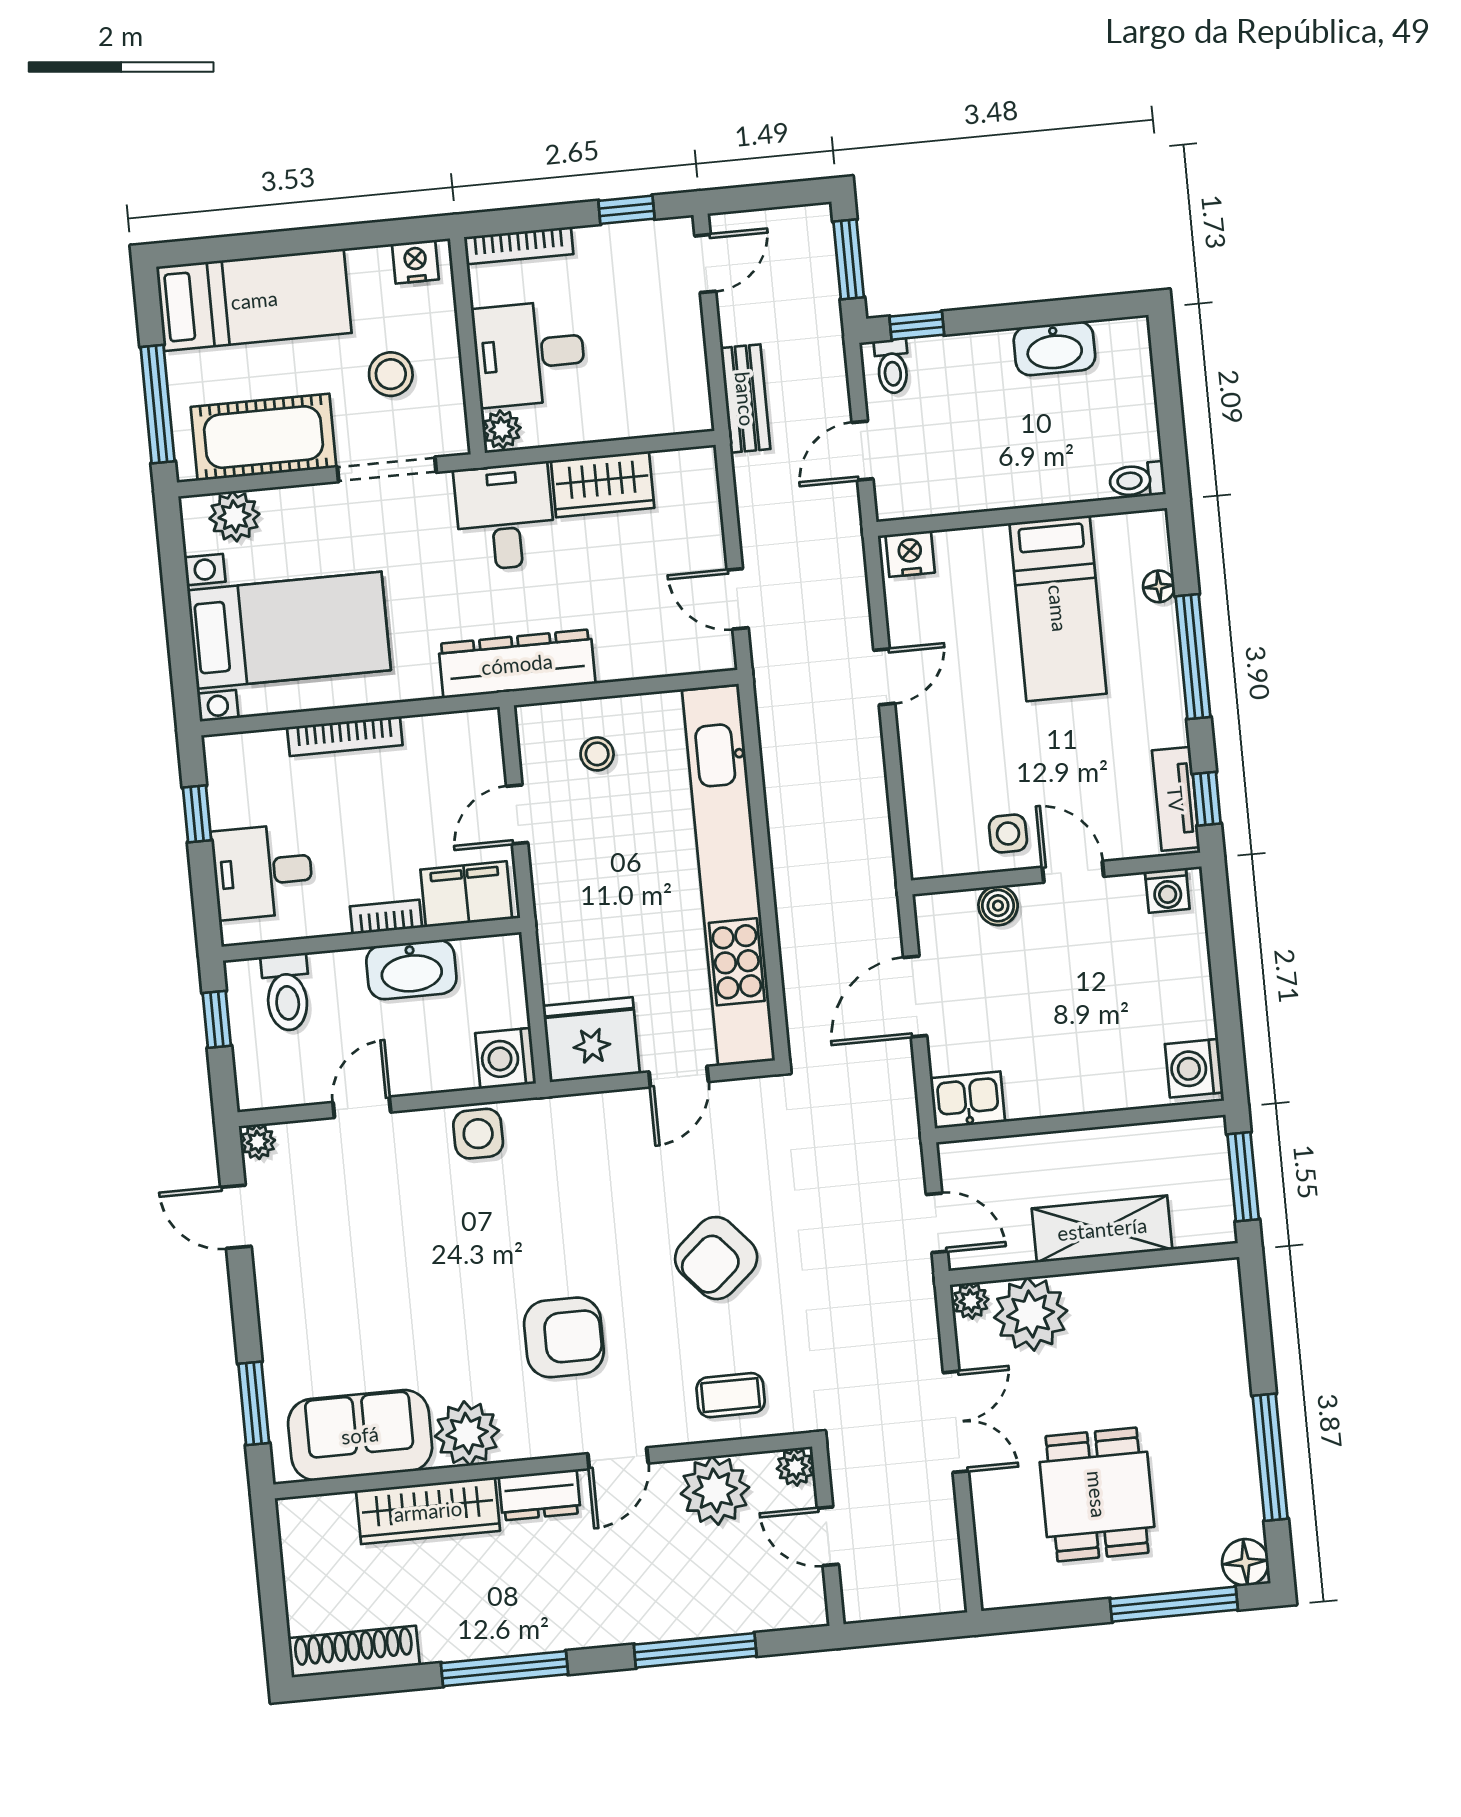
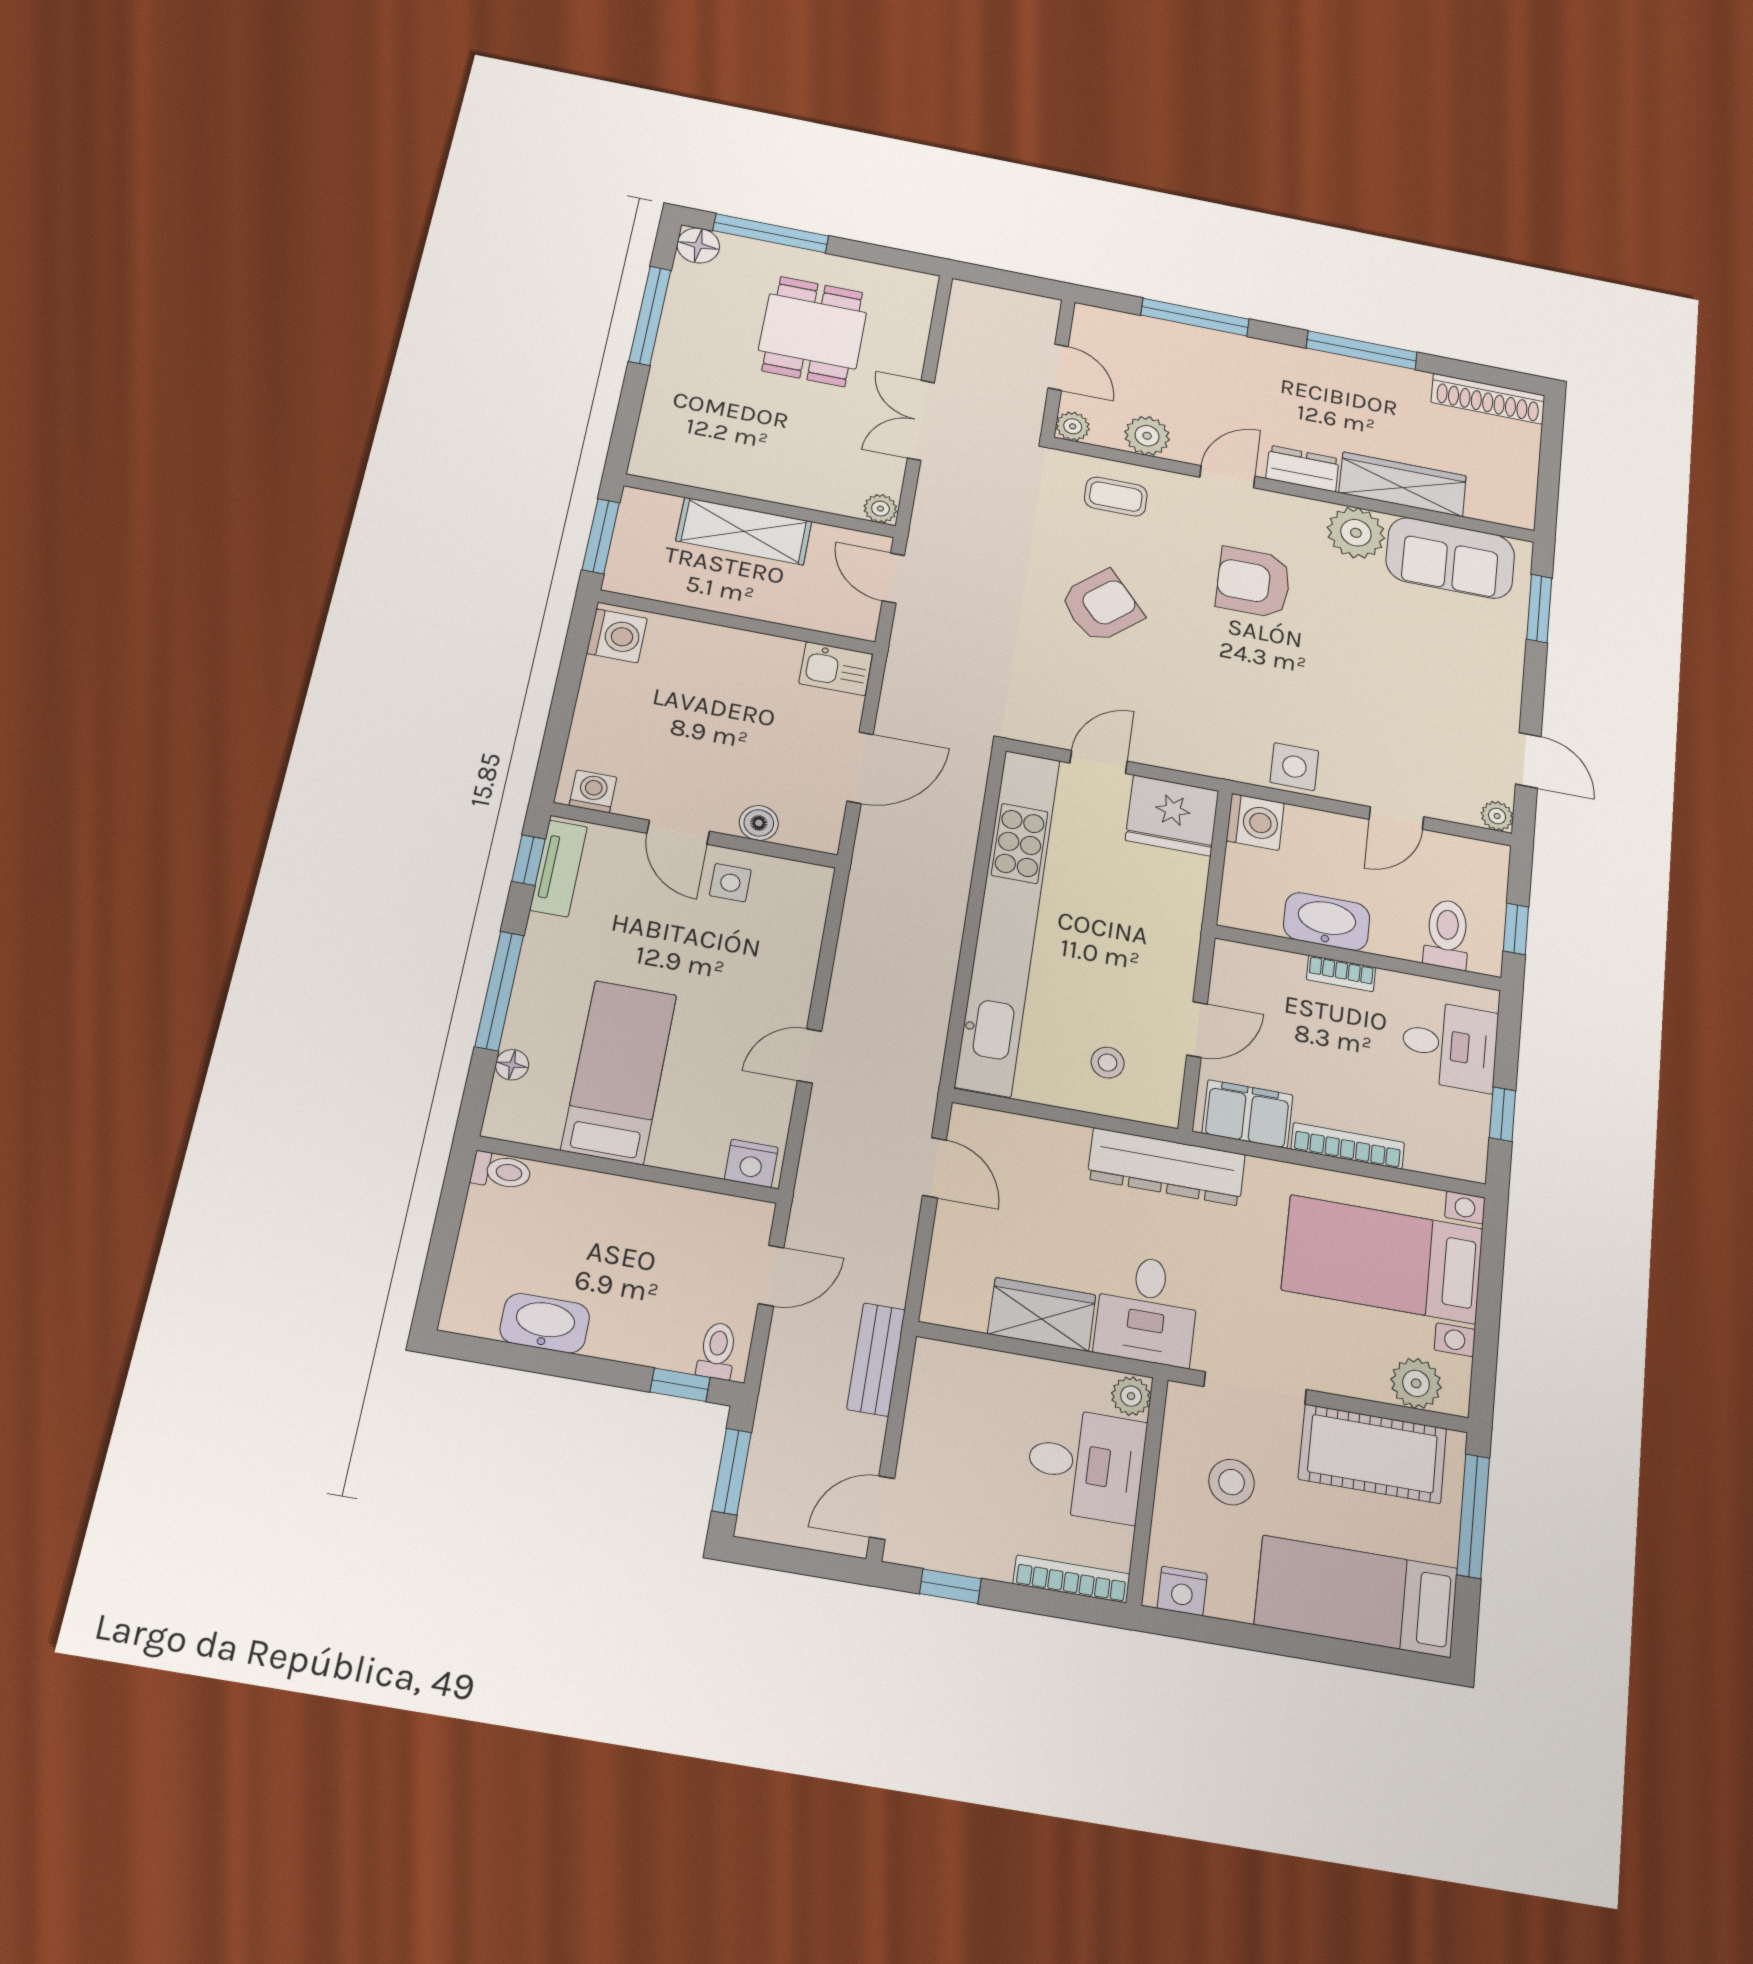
filing cabinet: (466, 894) -> (1247, 1114), moved, turned 180
plant: (1031, 1314) -> (829, 483), removed
plant: (715, 1491) -> (1147, 436), width x0.73, depth x0.73

